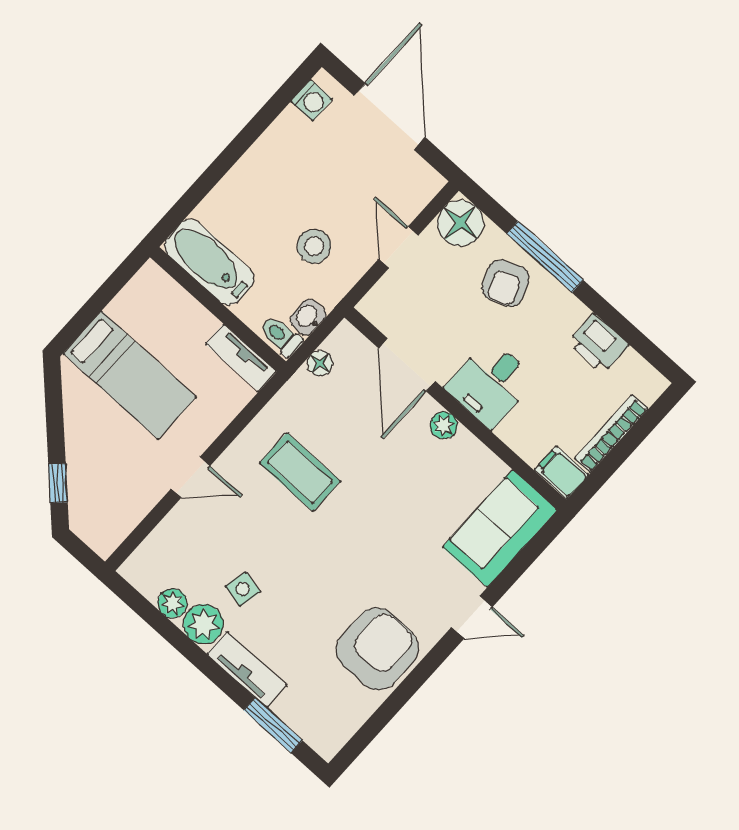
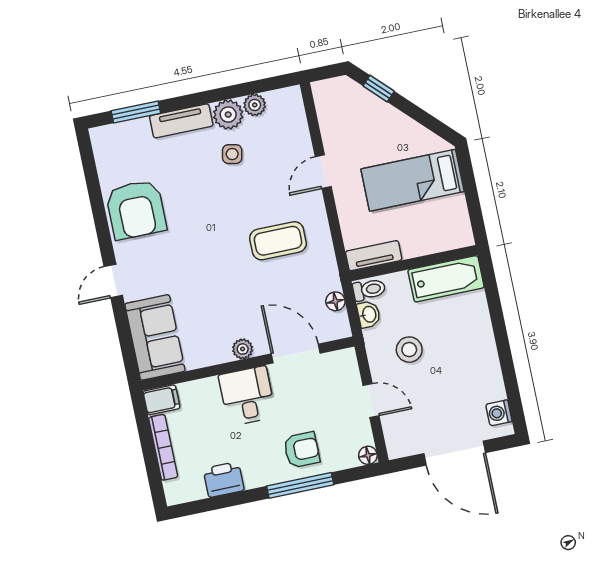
floor lamp: (460, 223) -> (368, 455), width x0.53, depth x0.53
armchair: (506, 283) -> (302, 450), turned 112

